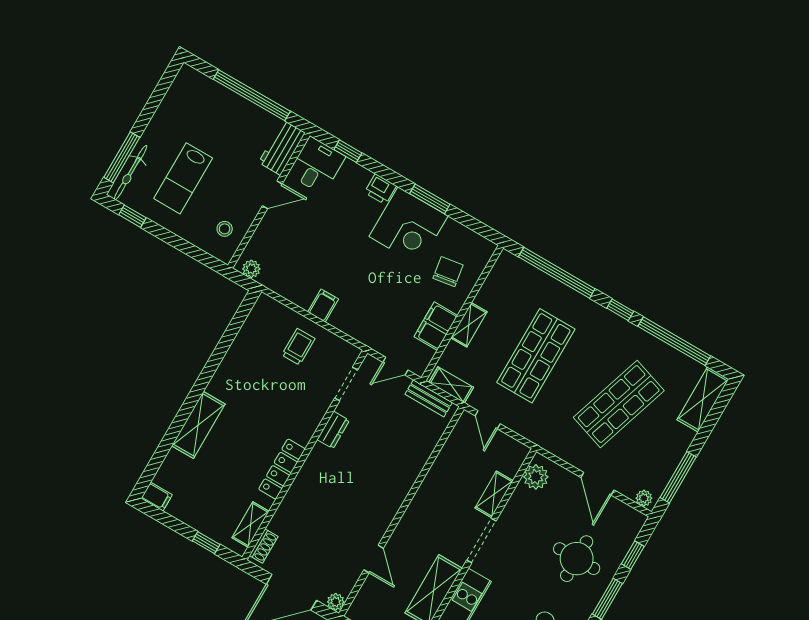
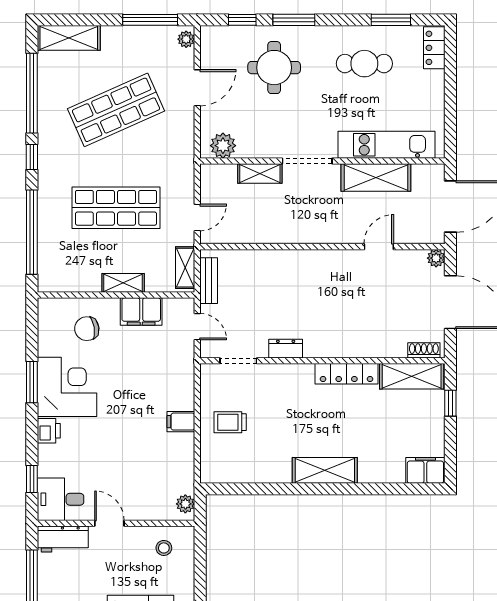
shop shelf: (619, 404) -> (116, 110), turned -42
shelving: (198, 425) -> (325, 470), moved
filing cabinet: (157, 497) -> (425, 470), width x2.00
shelving: (251, 525) -> (412, 376), width x1.50, depth x1.33

